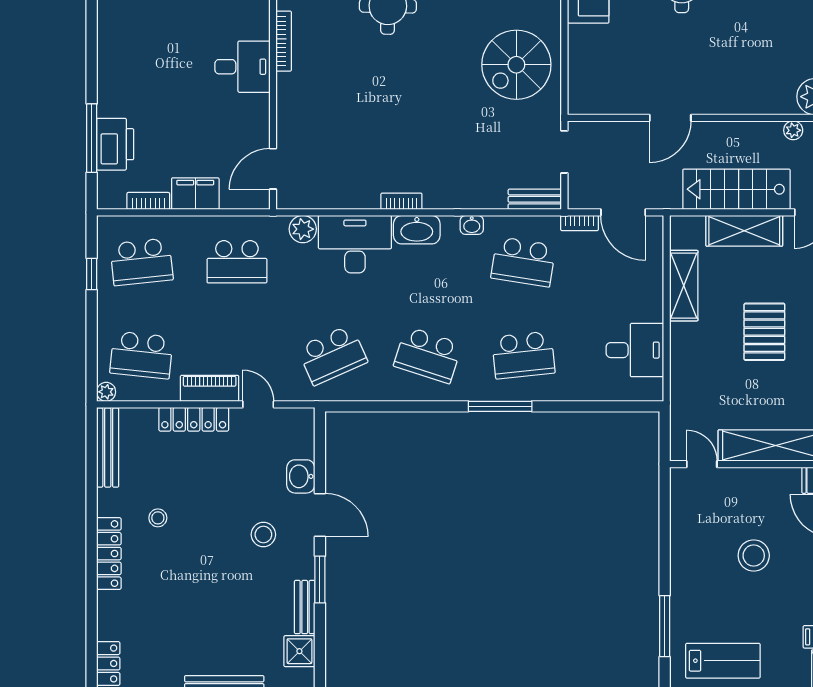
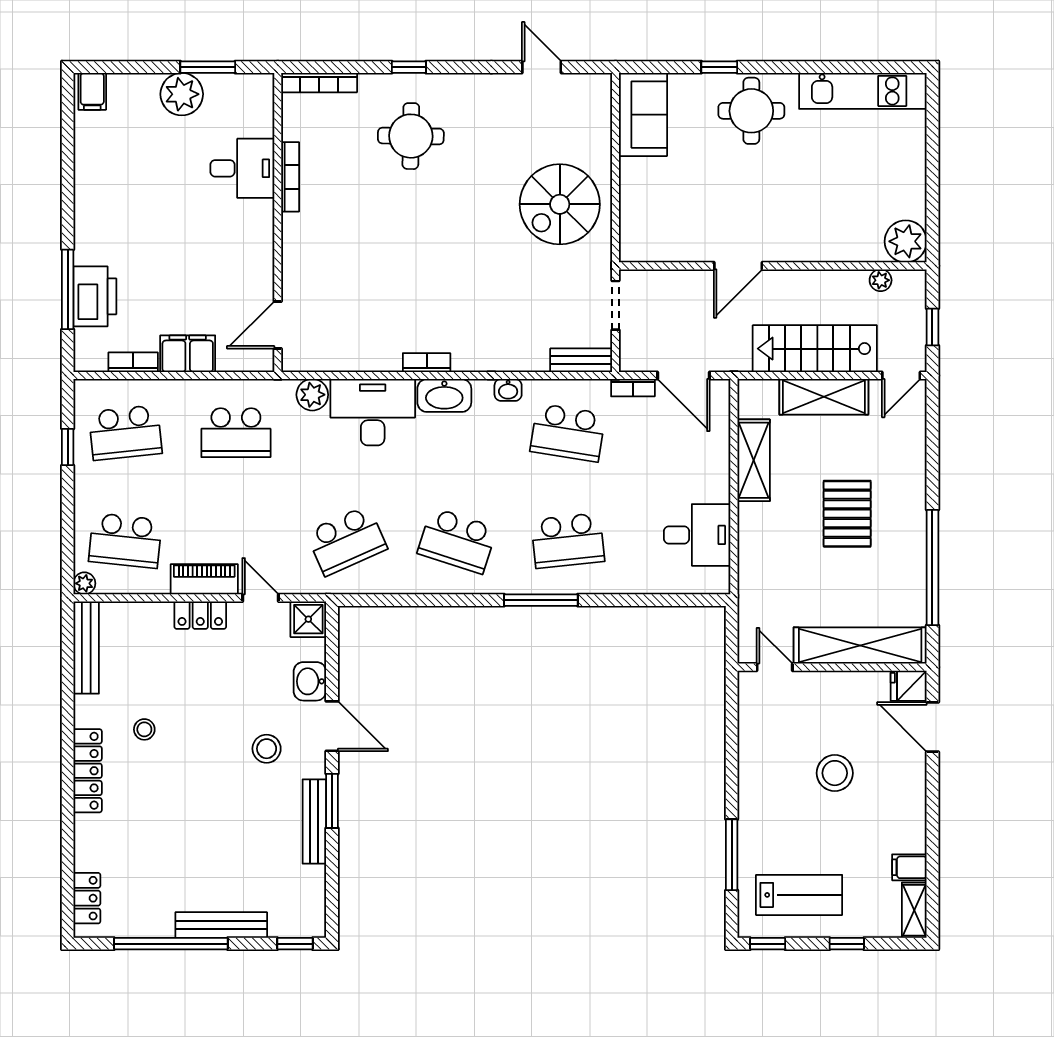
desk: (242, 67) -> (242, 168), moved
locker: (194, 419) -> (200, 615), width x0.66
bench: (305, 607) -> (314, 822), width x1.36
shower: (299, 651) -> (308, 619), moved

